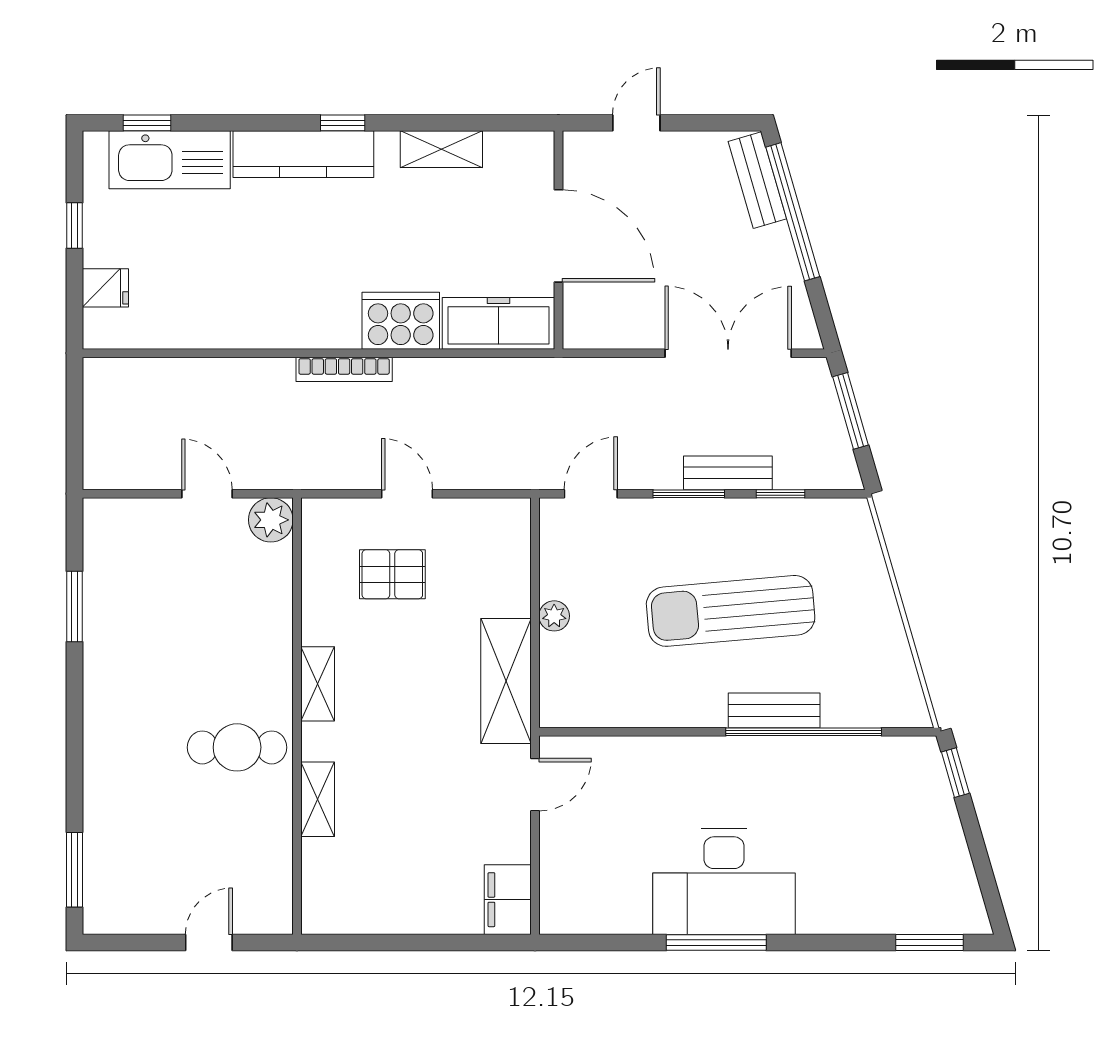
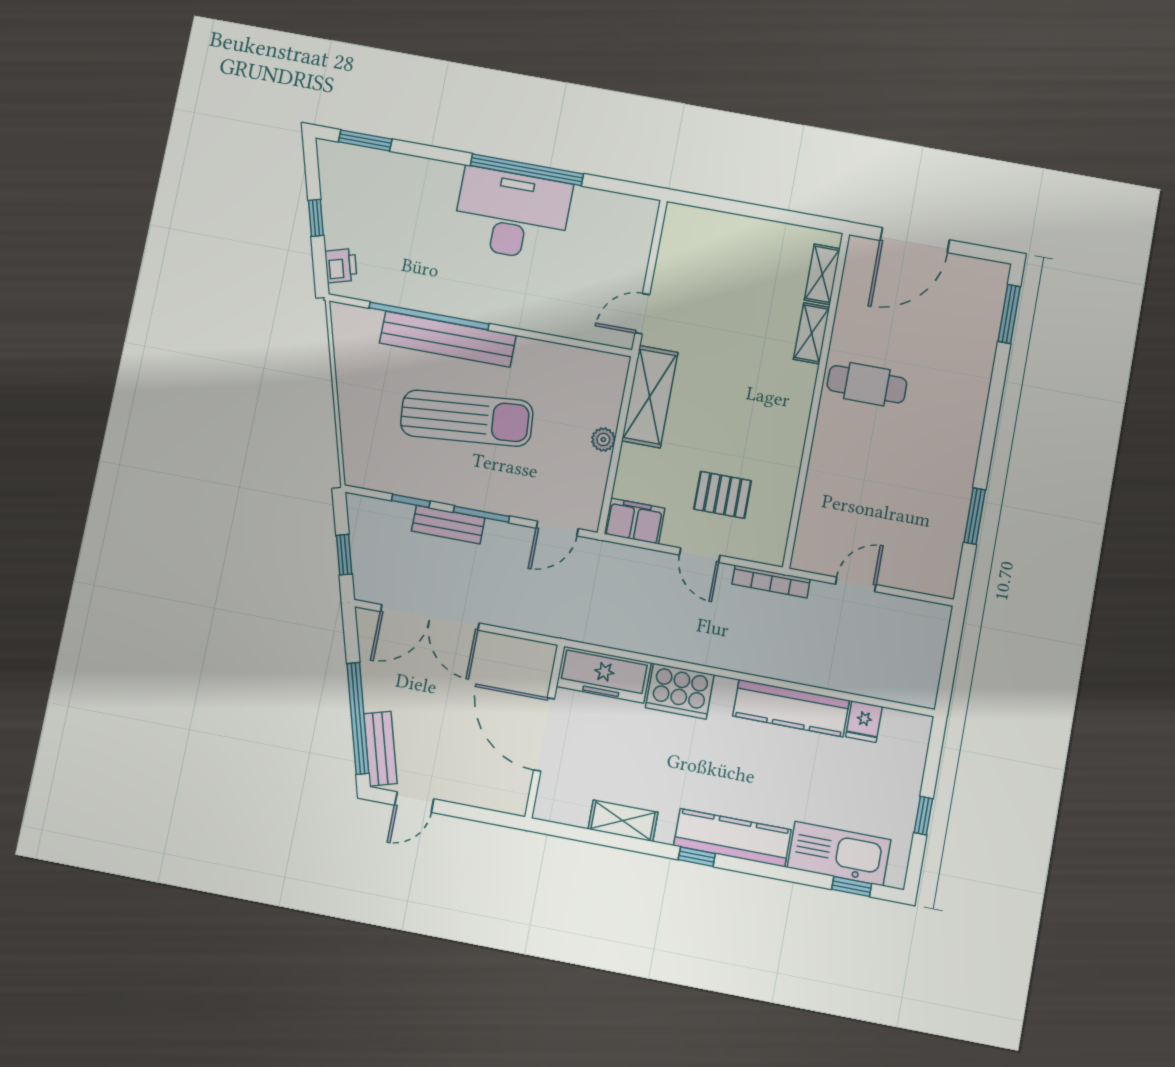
door: (636, 123) -> (414, 802), moved
fridge: (105, 288) -> (864, 722), moved, turned -90
kitchen counter: (260, 326) -> (791, 708), added
bookcase: (344, 369) -> (771, 582), moved, turned 180
window: (850, 411) -> (344, 555), width x0.67
door: (207, 494) -> (856, 584), swing flipped
plant: (271, 520) -> (810, 555), removed
shelving: (318, 684) -> (822, 274), moved
bench: (774, 710) -> (448, 339), width x1.86, depth x1.21
window: (955, 773) -> (316, 218), moved
printer: (928, 775) -> (341, 266), added
filing cabinet: (508, 900) -> (634, 521), moved, turned -90
door: (209, 943) -> (915, 240), width x1.87
window: (716, 943) -> (527, 170), width x1.46

